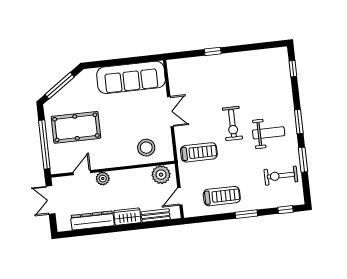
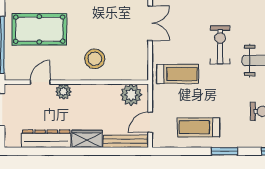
exercise bike: (232, 123) -> (220, 45), turned 180
stool: (146, 148) -> (95, 59), moved
treadmill: (222, 196) -> (198, 127), turned 180
bench: (156, 216) -> (126, 141), width x1.36

